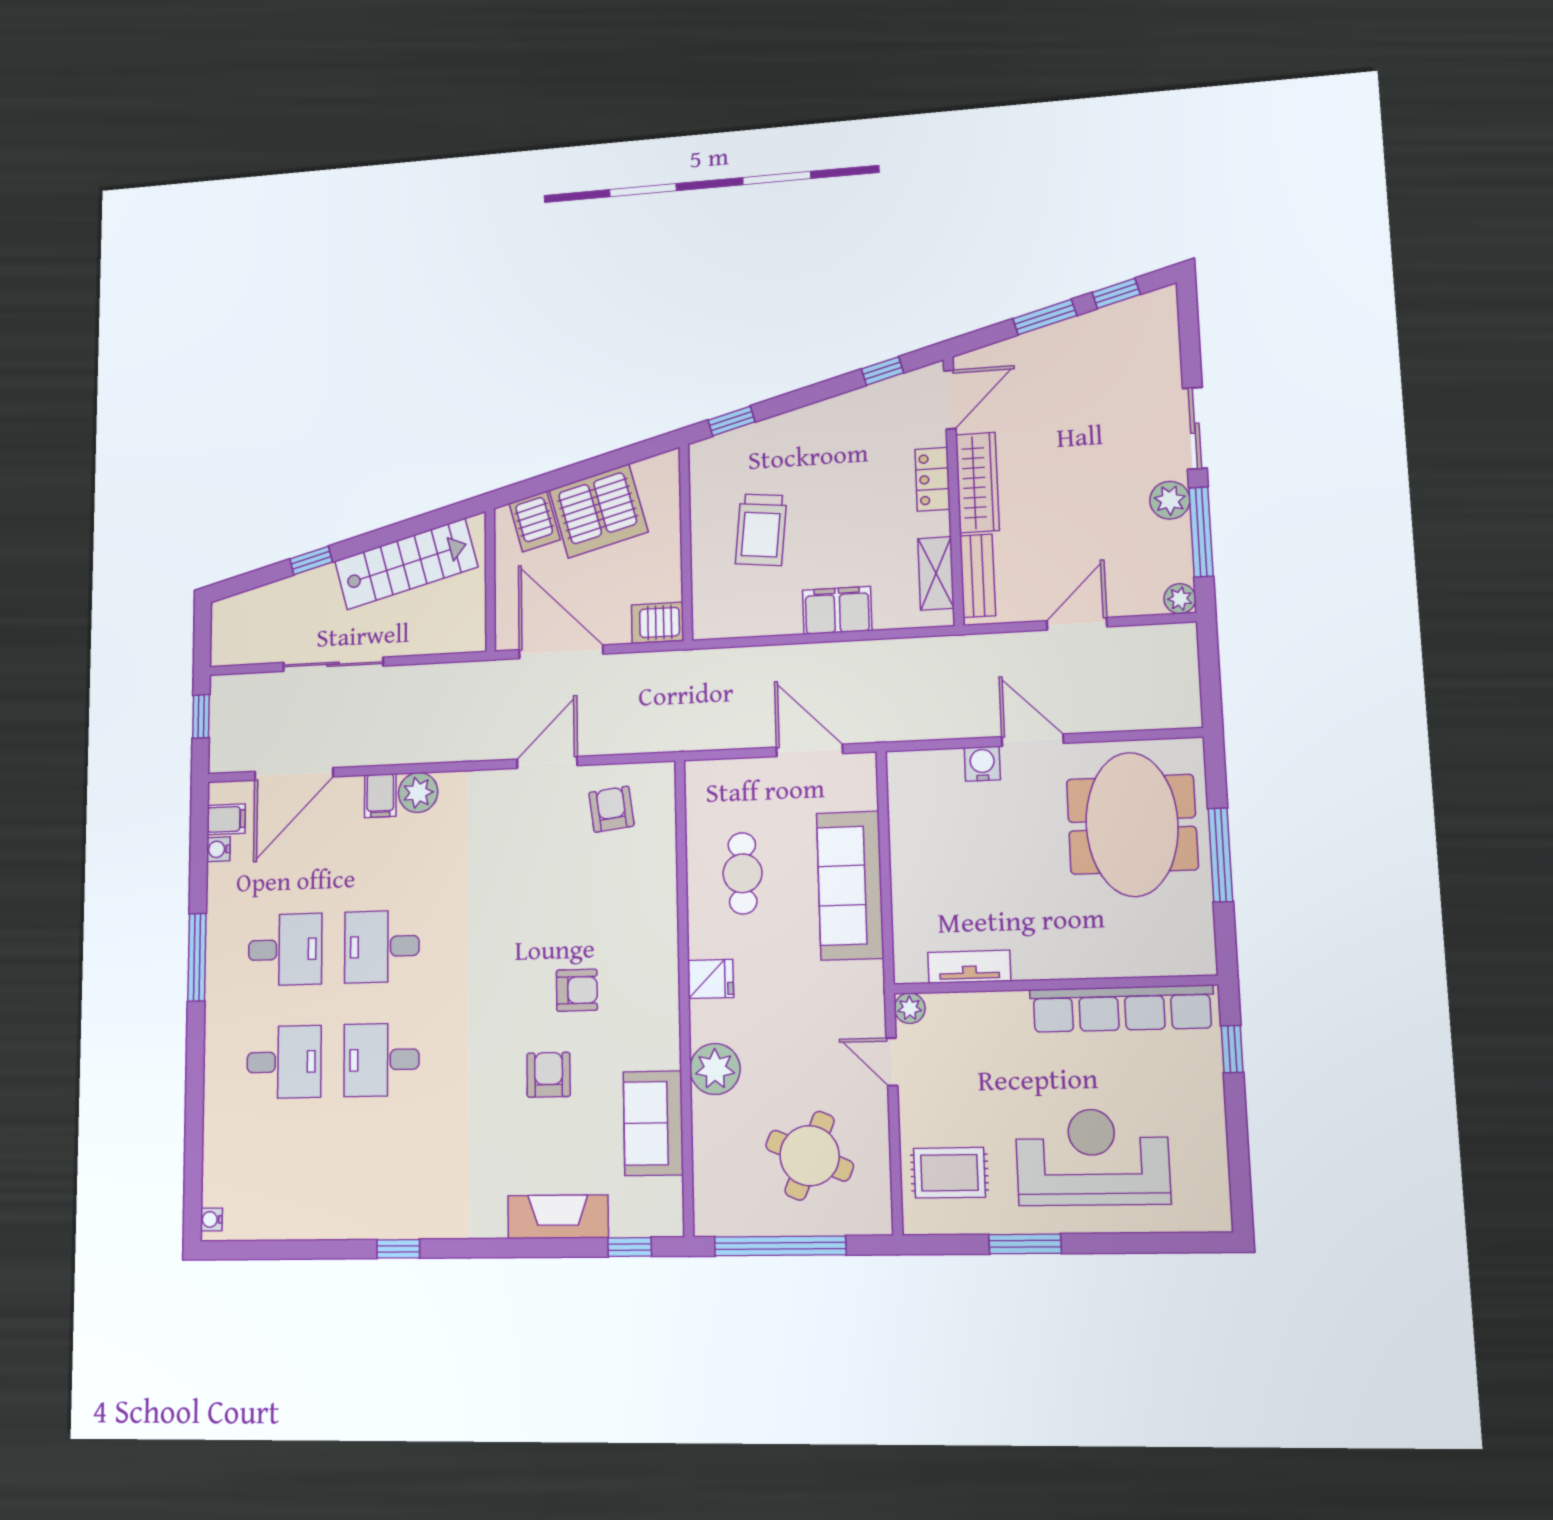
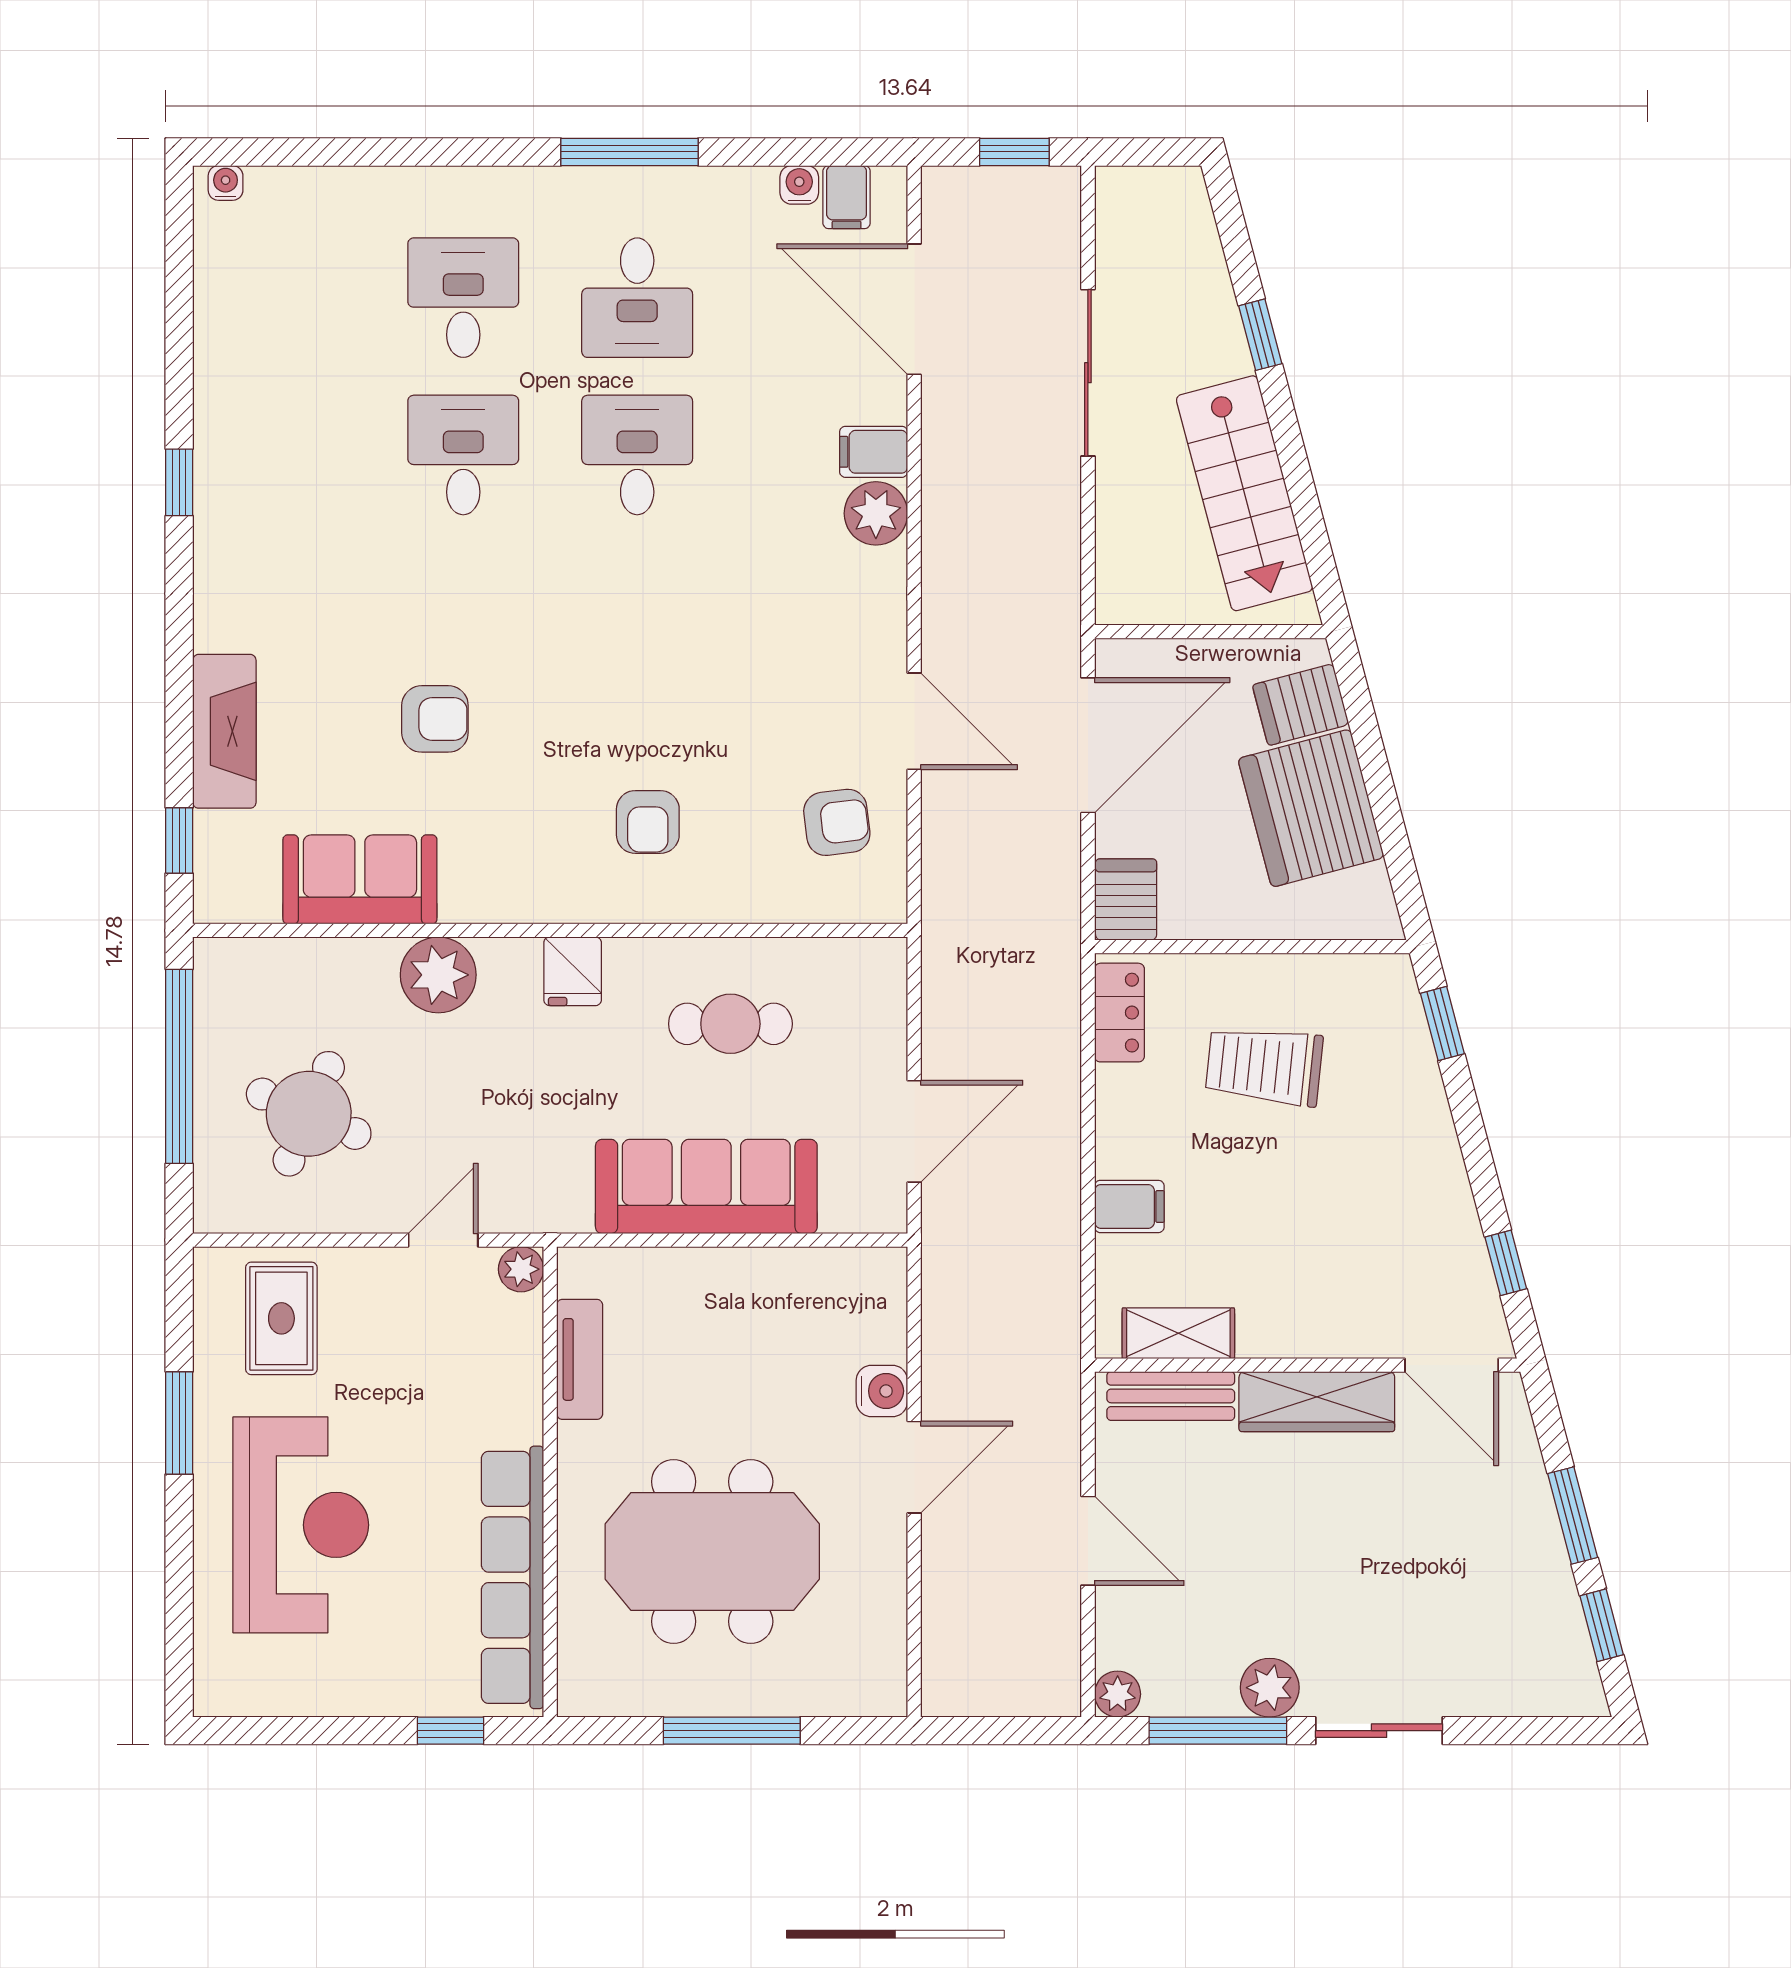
locker: (932, 479) -> (1119, 1013), moved, turned 90
filing cabinet: (837, 610) -> (1129, 1206), width x0.50
meeting table: (1132, 824) -> (712, 1551), moved
armchair: (577, 990) -> (648, 822), moved
desk: (284, 1062) -> (463, 298), turned 180

